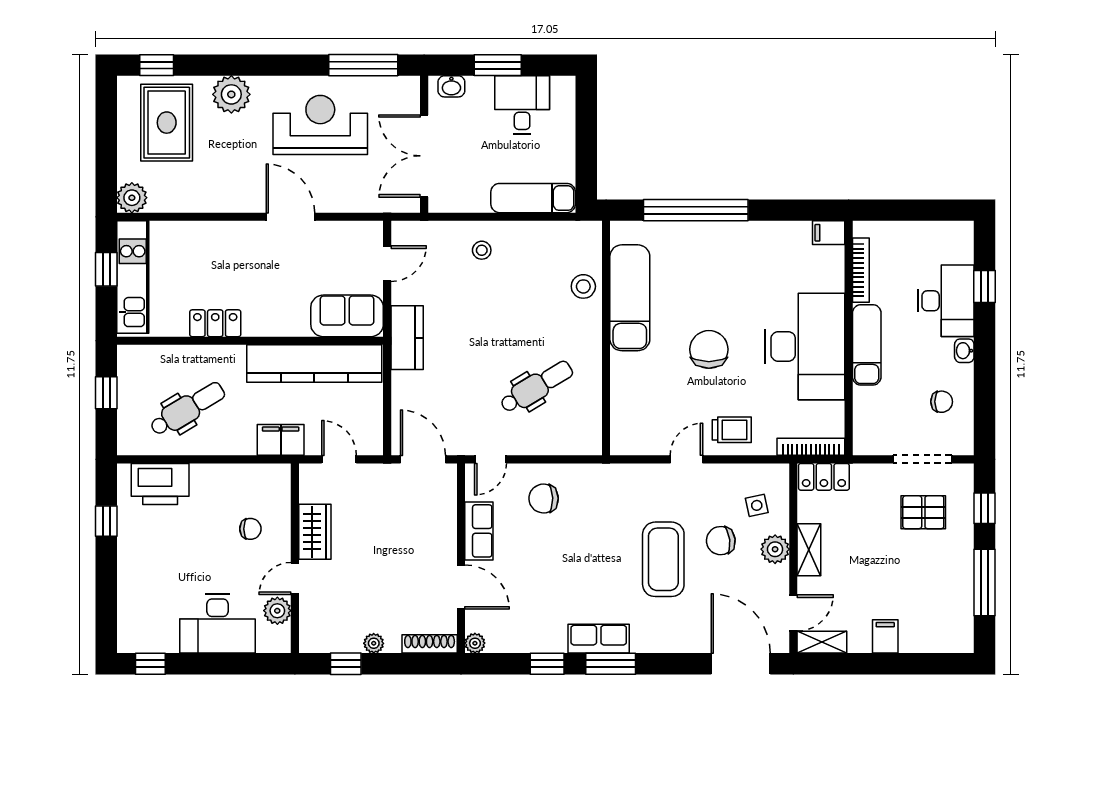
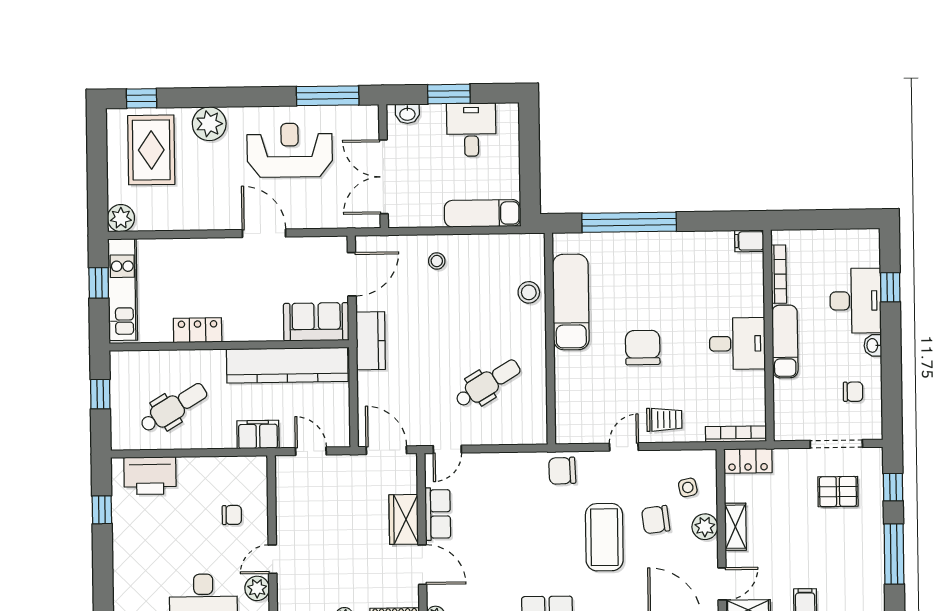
door: (387, 264) -> (352, 274), width x1.37
desk: (805, 346) -> (737, 344), width x0.53, depth x0.77
chair: (544, 499) -> (562, 471), moved
wardrobe: (315, 532) -> (404, 519), moved, turned 180

